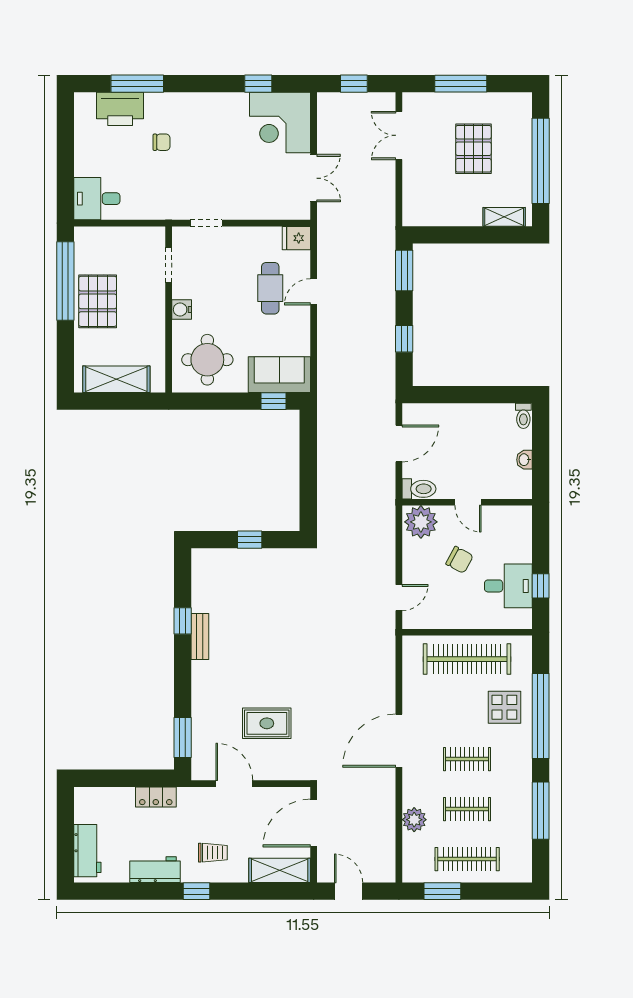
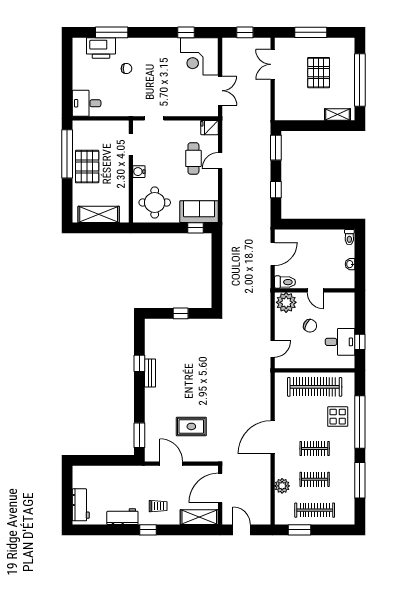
locker: (156, 797) -> (123, 472), removed

